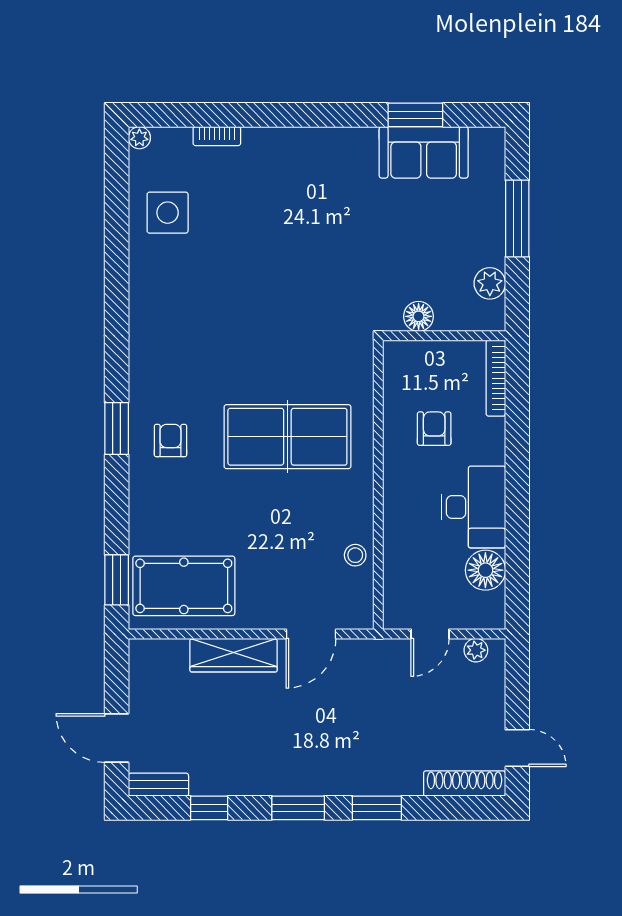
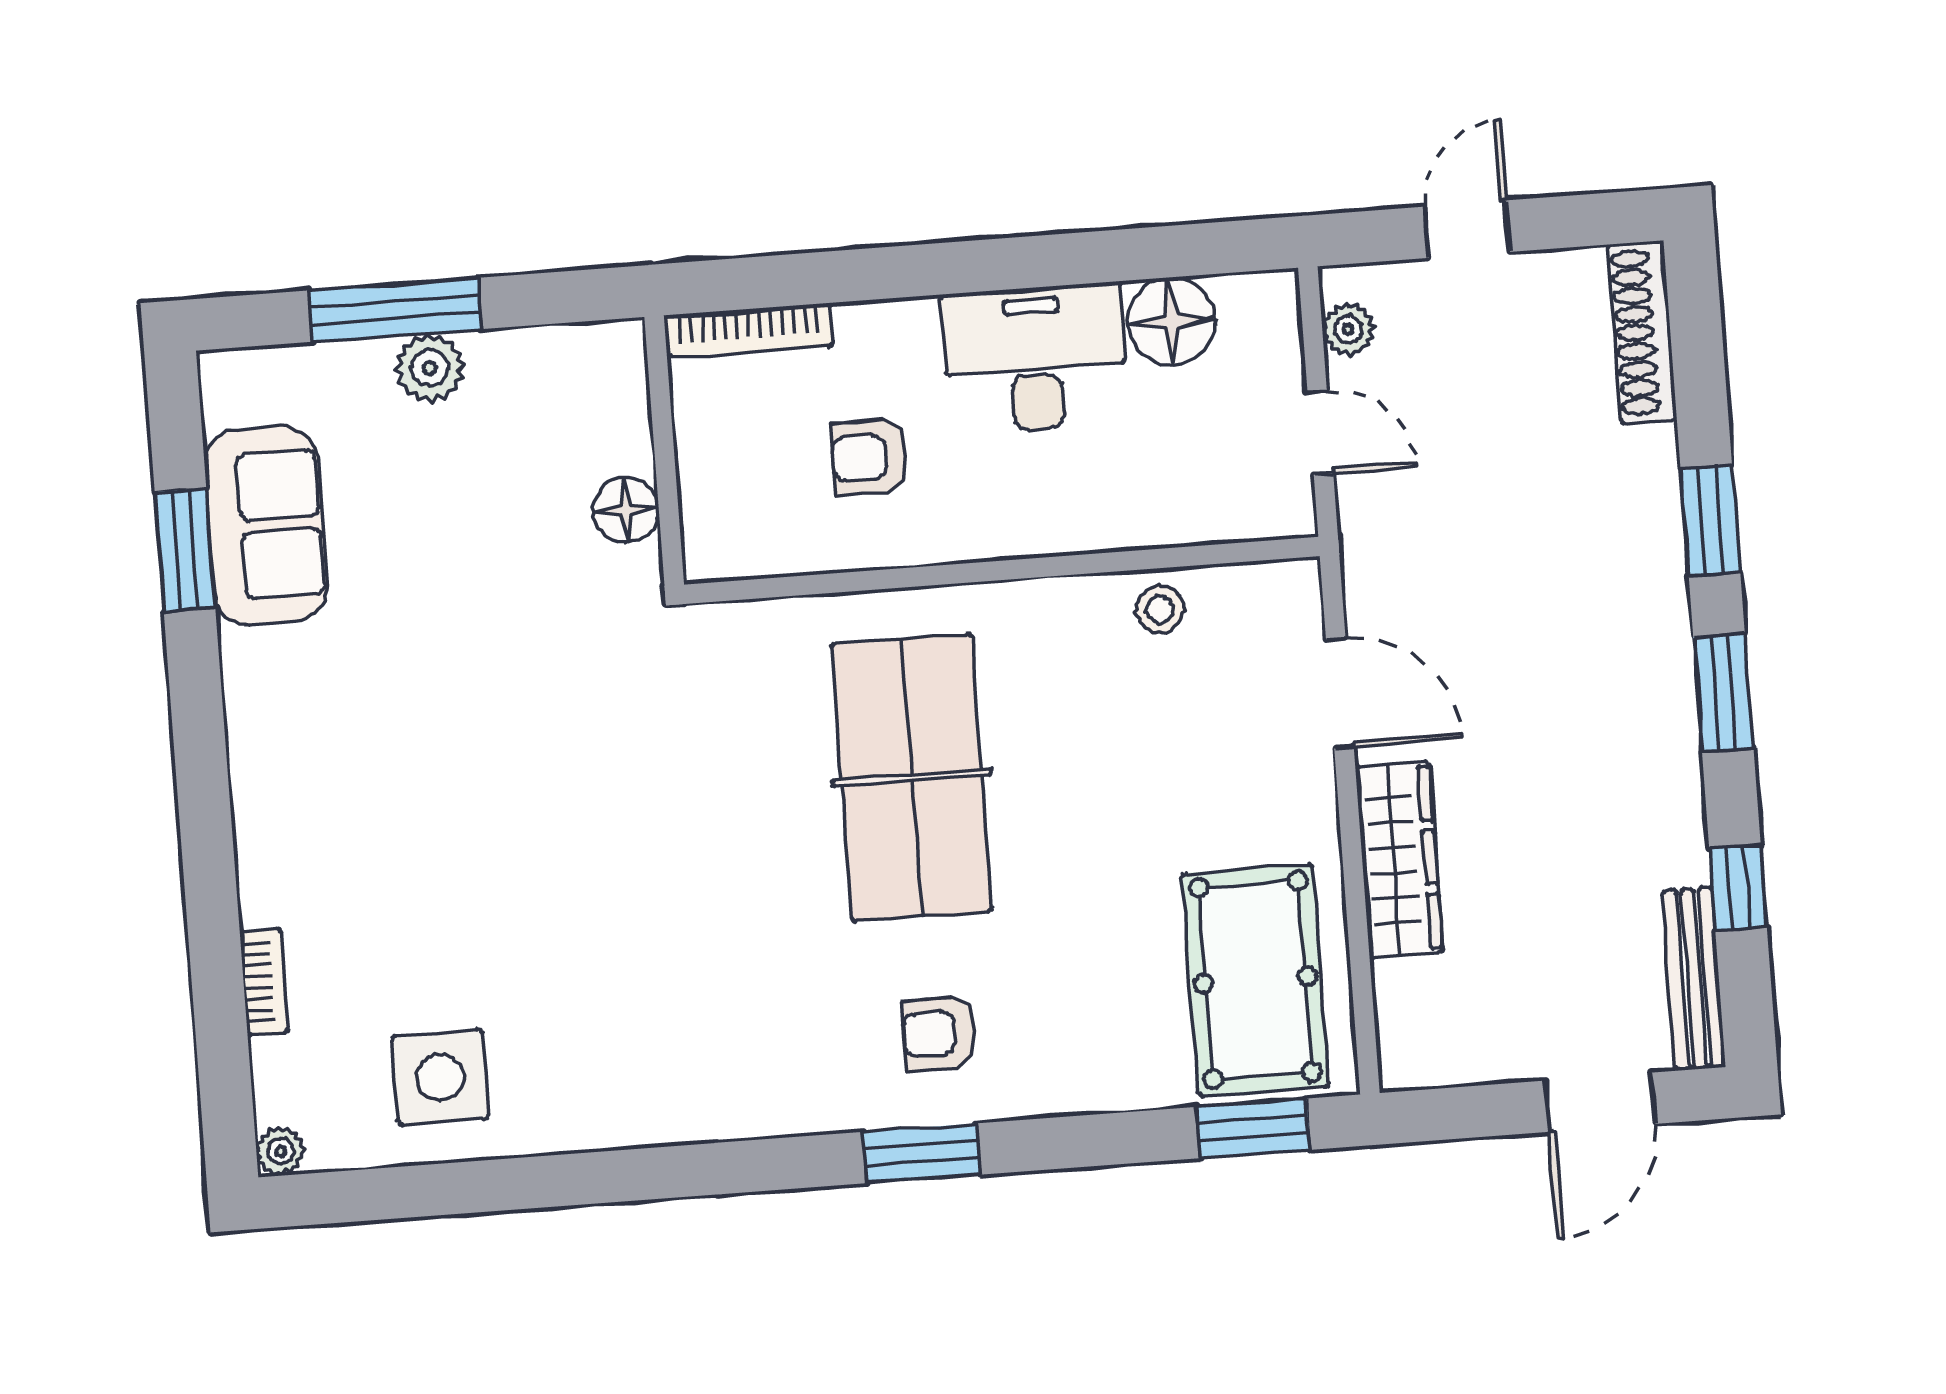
plant: (490, 283) -> (430, 368), moved
door: (517, 748) -> (1467, 229), moved
bench: (158, 785) -> (1694, 979), width x1.36

